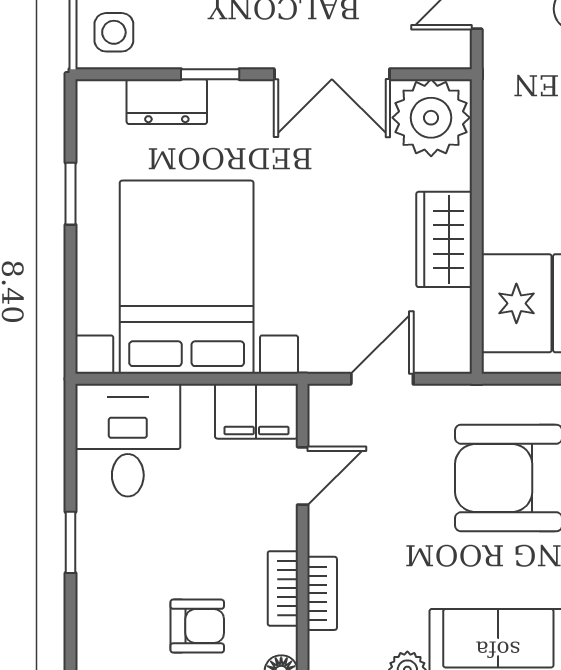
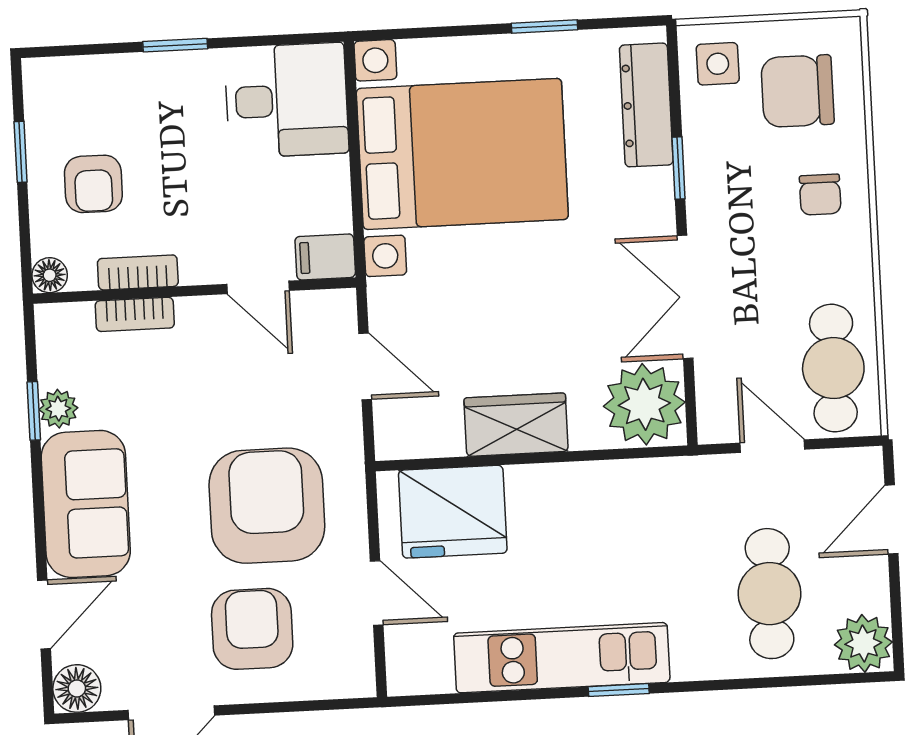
dresser: (167, 102) -> (646, 105), width x1.44
filing cabinet: (256, 411) -> (325, 257), width x0.50

